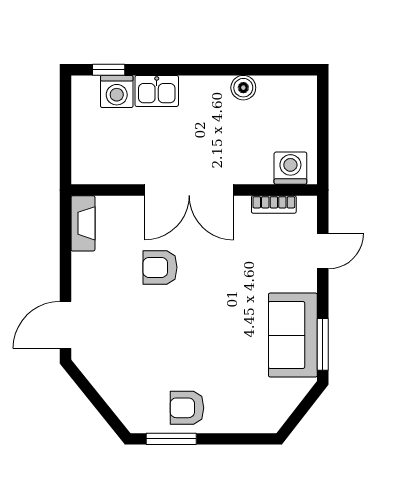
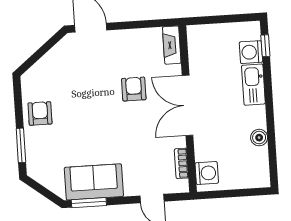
kitchen sink: (157, 91) -> (253, 85), width x1.38
fireplace: (83, 223) -> (172, 45), moved, turned 90
window: (171, 439) -> (21, 145), moved

